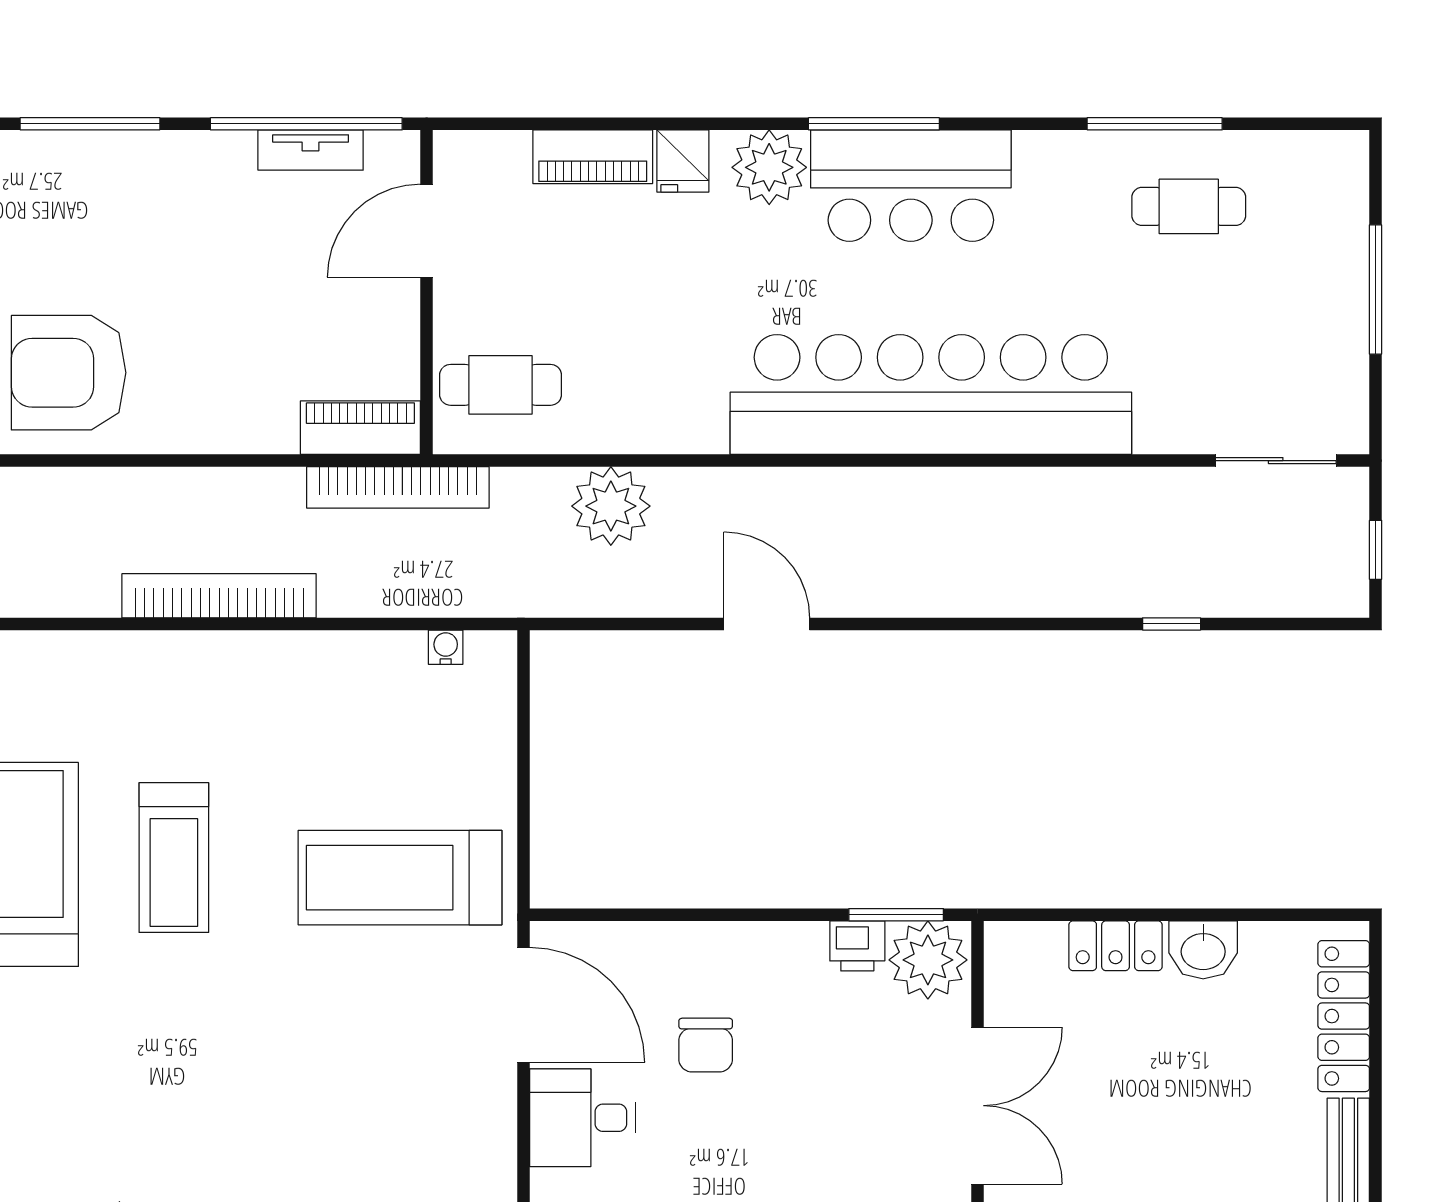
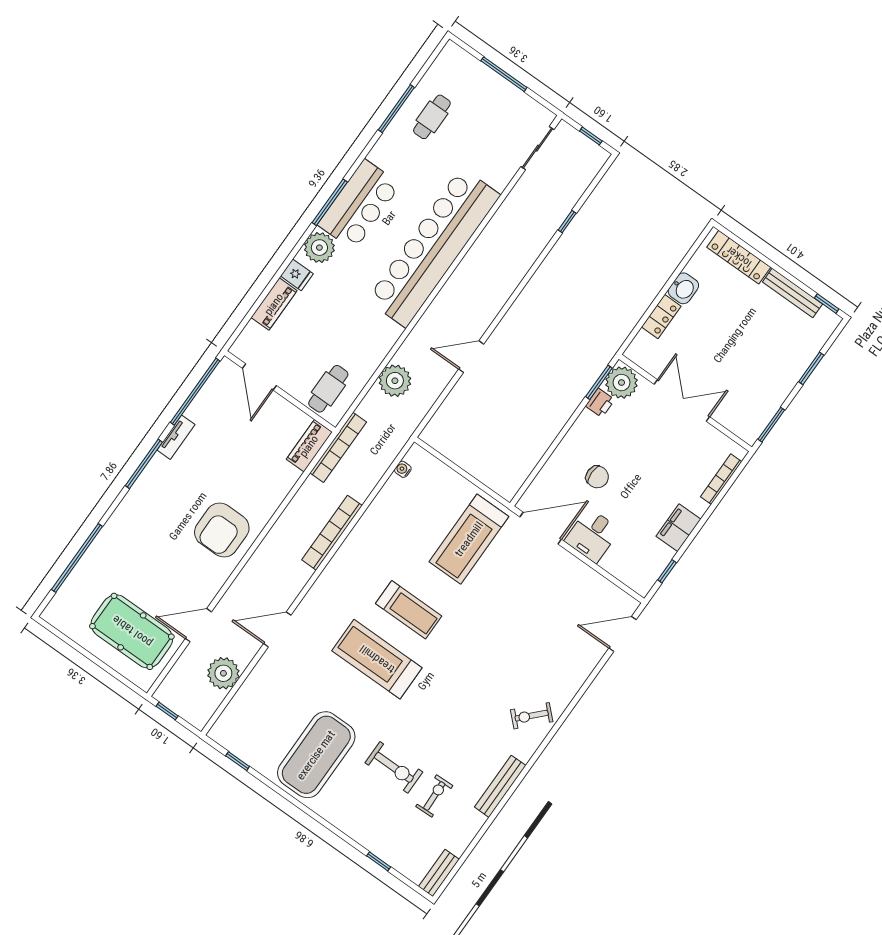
tv unit: (311, 150) -> (176, 437), moved

